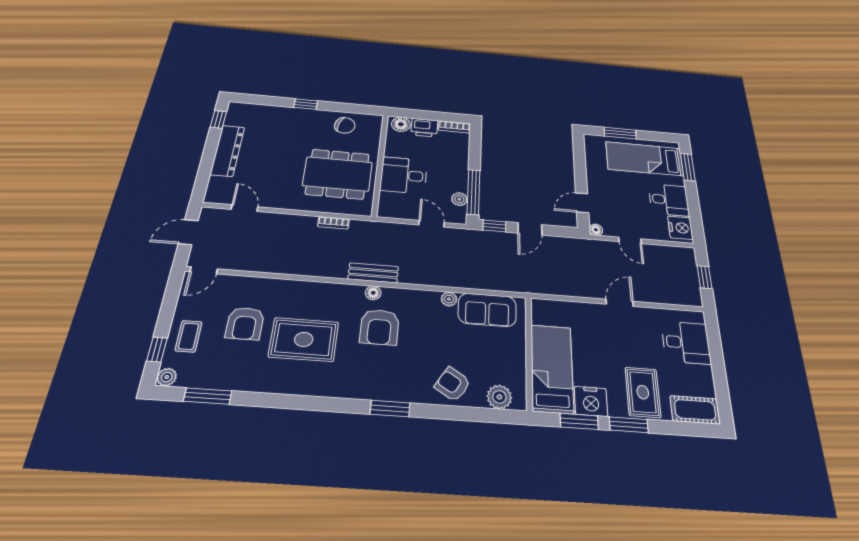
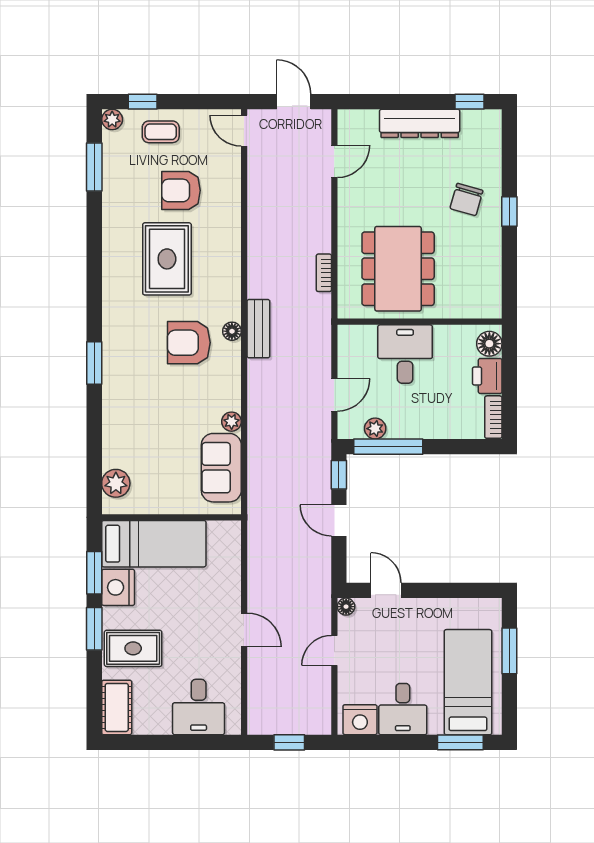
chair: (345, 125) -> (466, 199), moved
armchair: (453, 384) -> (127, 430), removed

